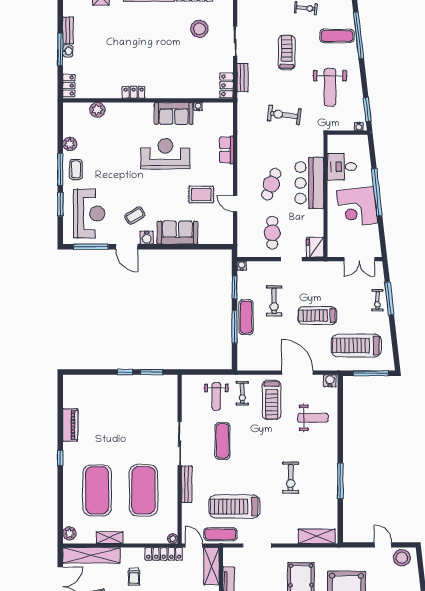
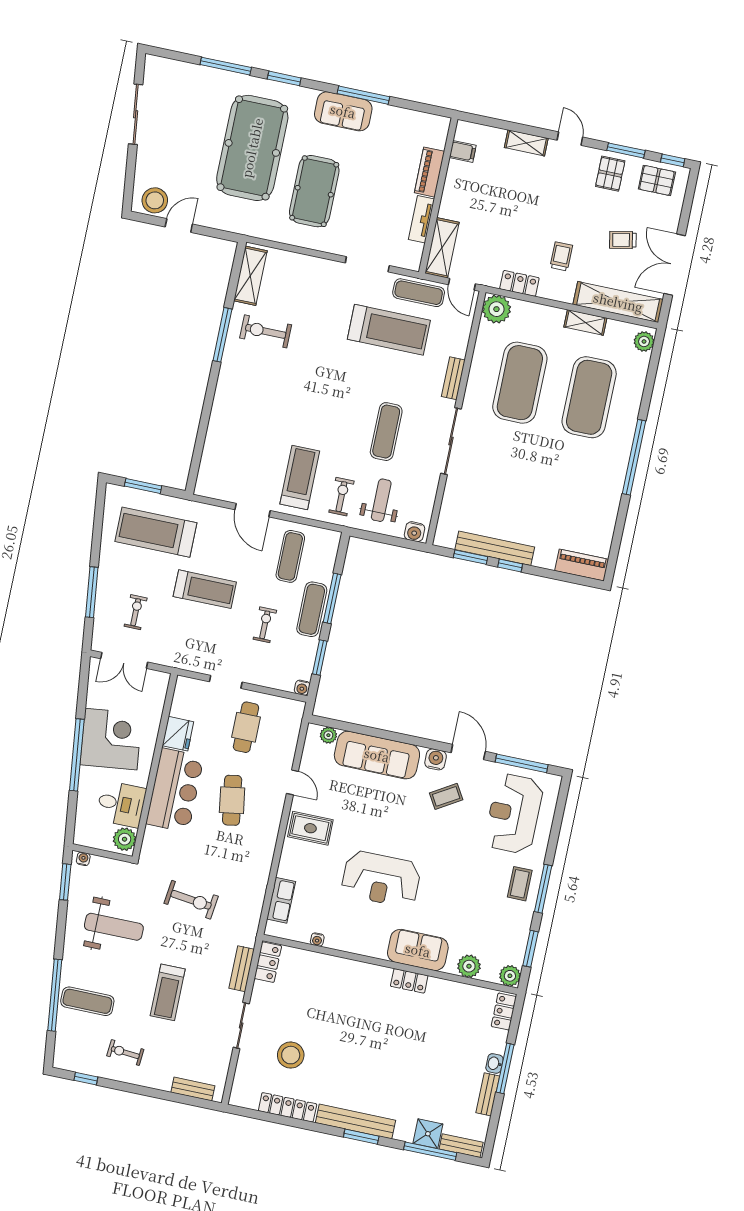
weight bench: (330, 87) -> (114, 927), turned 90
sofa: (174, 113) -> (418, 950), moved
plant: (70, 144) -> (510, 976), moved
plant: (335, 145) -> (125, 839), added
row of seats: (226, 150) -> (281, 900), moved
cafe table: (271, 184) -> (232, 800), turned -30
rug: (201, 194) -> (310, 828), moved
window: (60, 204) -> (530, 949), moved
sofa: (177, 233) -> (377, 755), width x1.36
plant: (218, 239) -> (328, 735), added
fridge: (315, 247) -> (178, 734), moved
double door: (359, 259) -> (124, 660), swing flipped
exercise bike: (377, 300) -> (136, 612), moved
exercise bike: (274, 301) -> (265, 625), width x0.73, depth x0.72
treadmill: (356, 346) -> (156, 532), turned 180
exercise mat: (267, 348) -> (290, 556), added
door: (297, 373) -> (253, 510), width x0.73
window: (371, 373) -> (143, 486), width x0.69
bench: (137, 381) -> (495, 548), added
water cooler: (330, 381) -> (414, 532), moved
weight bench: (313, 418) -> (244, 438), removed
piano: (70, 425) -> (582, 565), moved, turned 90
window: (60, 458) -> (634, 457), width x3.17
exercise bike: (291, 478) -> (266, 331), moved, turned -90
bench: (187, 484) -> (453, 378), width x0.73
shelving: (317, 536) -> (250, 276), moved, turned 90
plant: (173, 539) -> (496, 309), width x1.88, depth x1.88
door: (383, 545) -> (179, 226), swing flipped
locker: (164, 554) -> (519, 283), width x0.66

